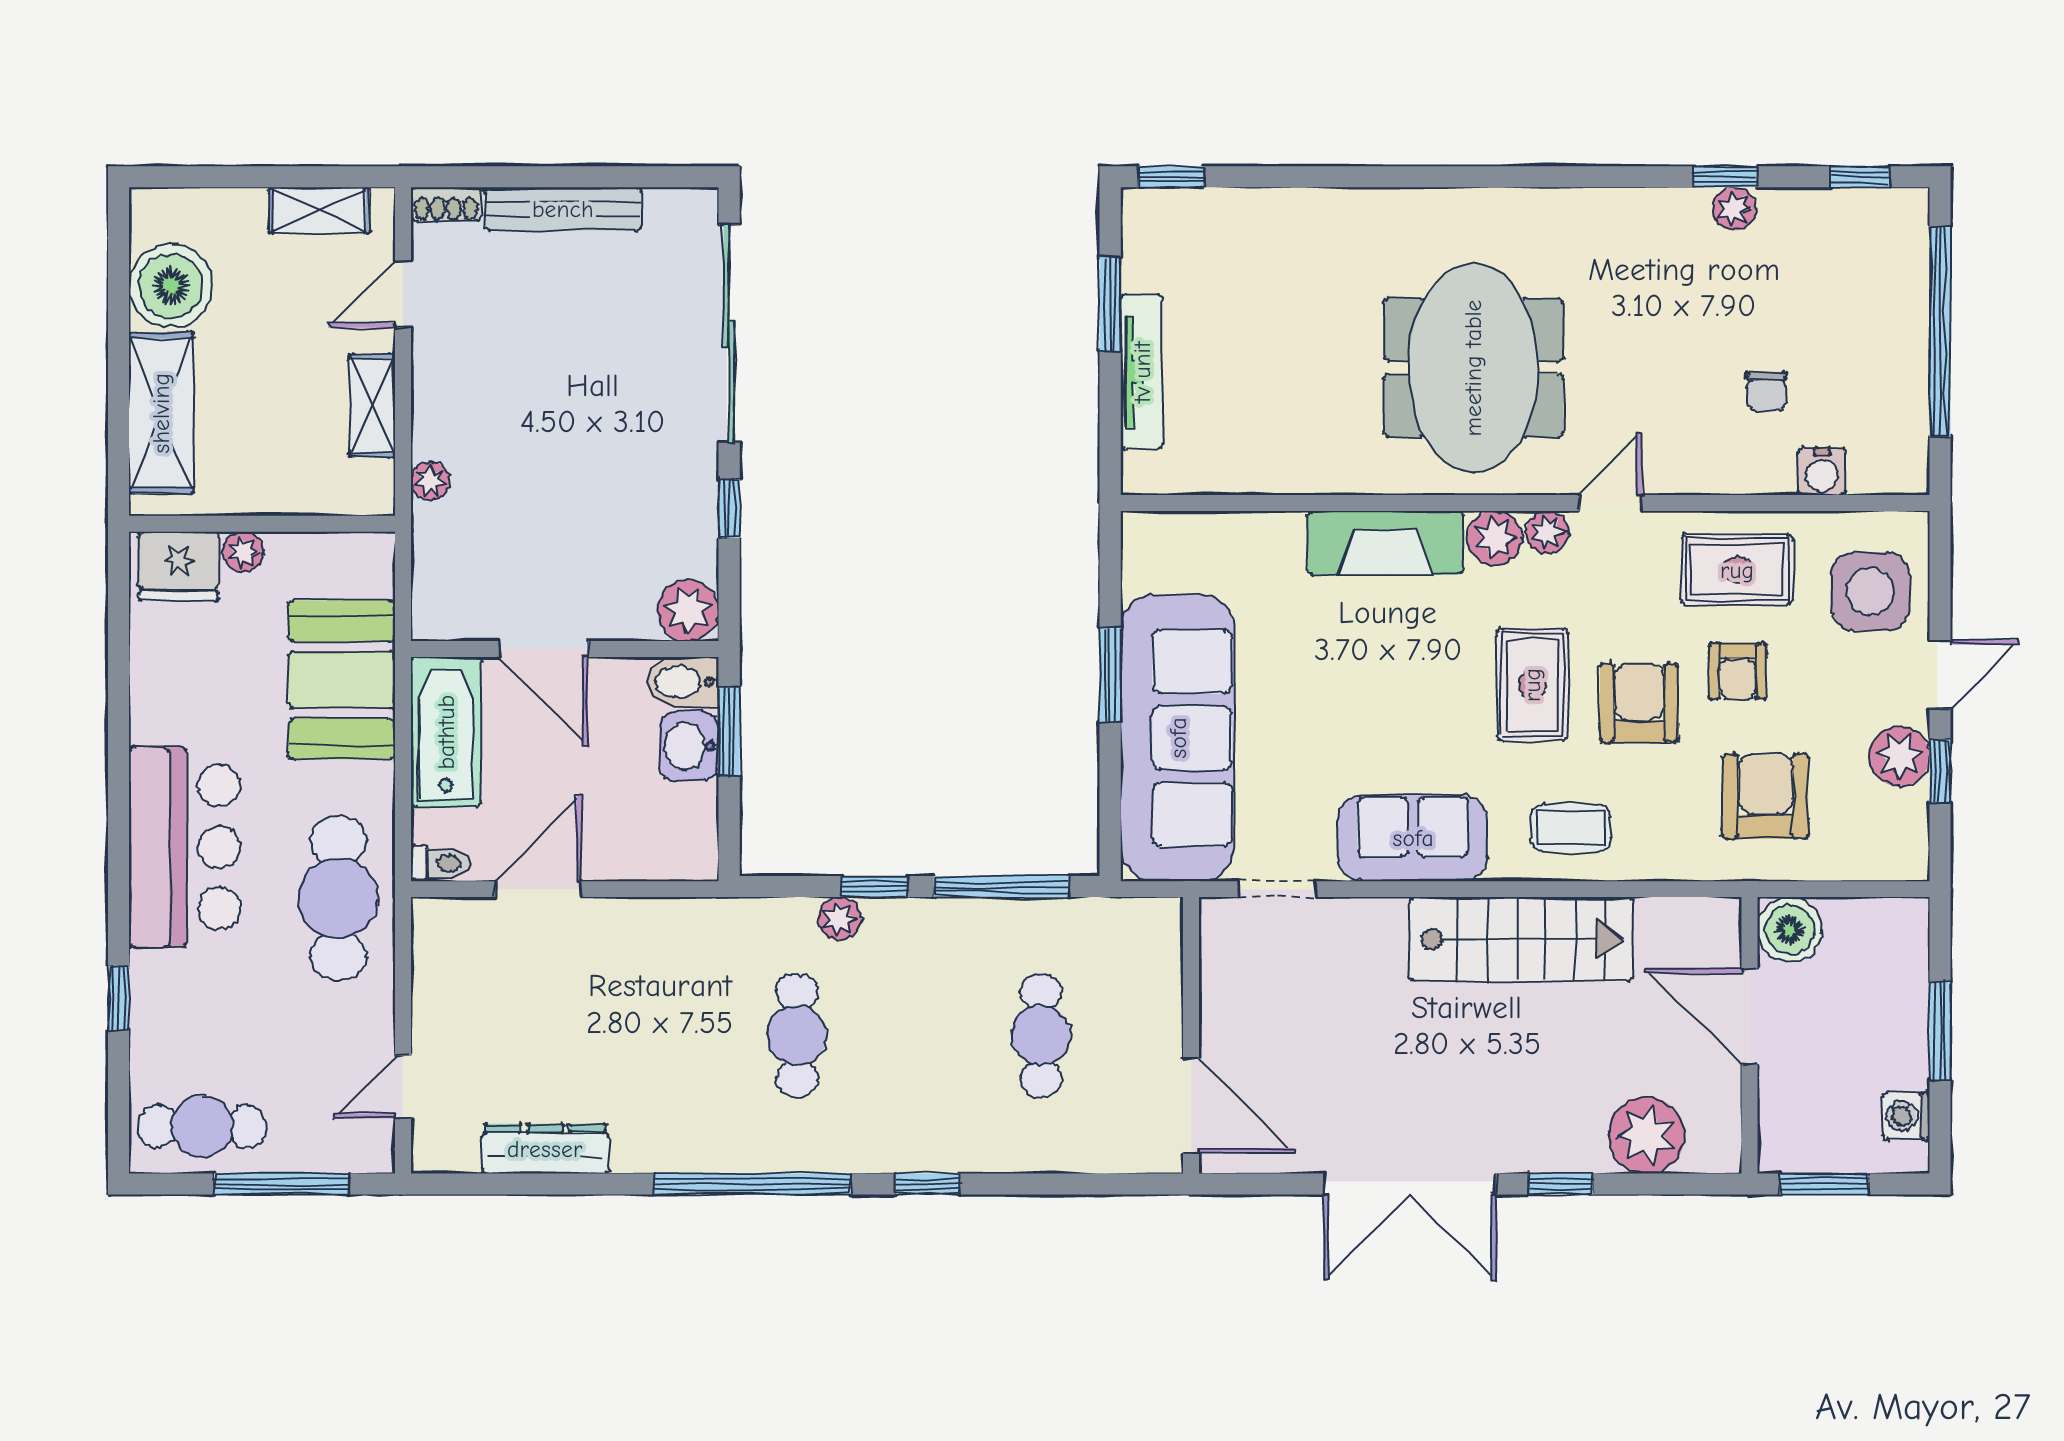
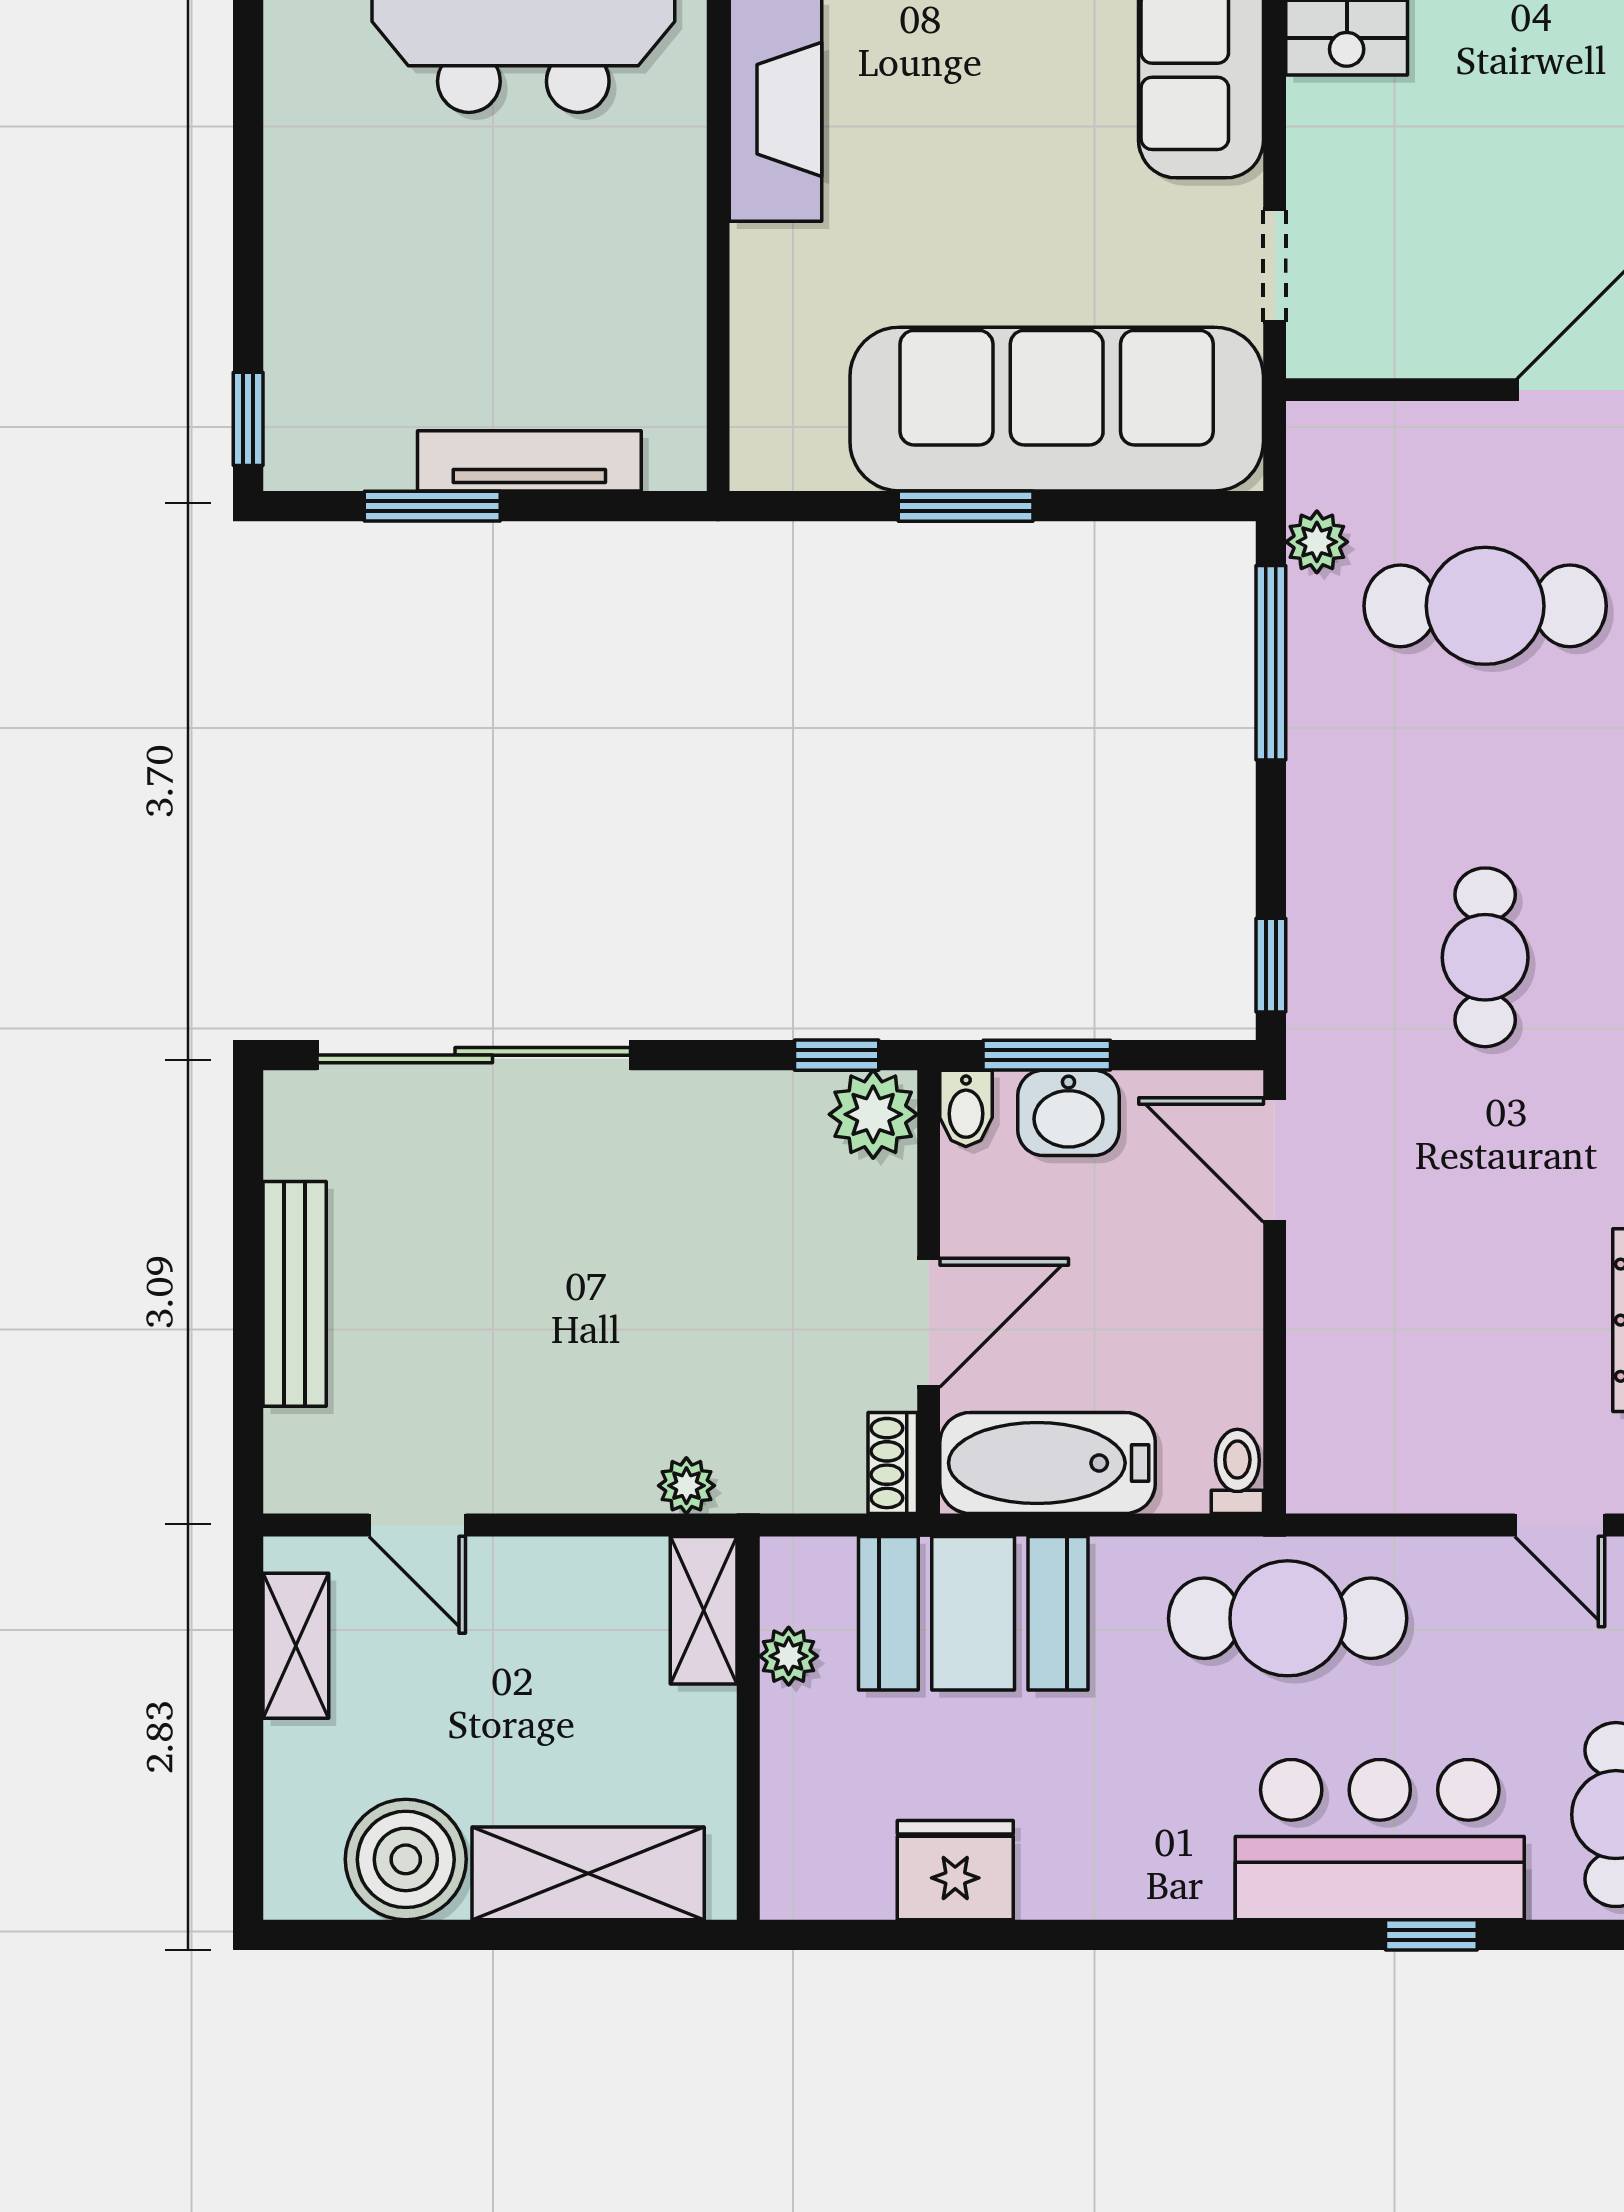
shoe rack: (446, 204) -> (893, 1463), moved, turned 180
shelving: (372, 405) -> (704, 1610), moved, turned 90
window: (729, 509) -> (837, 1055), moved
plant: (243, 552) -> (789, 1656), moved
fridge: (178, 566) -> (955, 1870), moved, turned -90
bidet: (683, 682) -> (966, 1108), width x0.72, depth x0.74
bar counter: (185, 847) -> (1380, 1840), moved
window: (874, 887) -> (1271, 965), moved
door: (538, 889) -> (1275, 1160), moved
plant: (840, 918) -> (1317, 542), moved
cafe table: (797, 1035) -> (1485, 957), turned 90
cafe table: (1041, 1035) -> (1485, 606), width x1.37, depth x1.35

